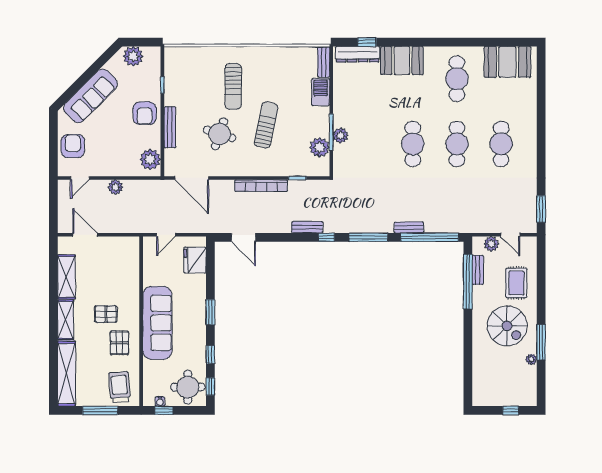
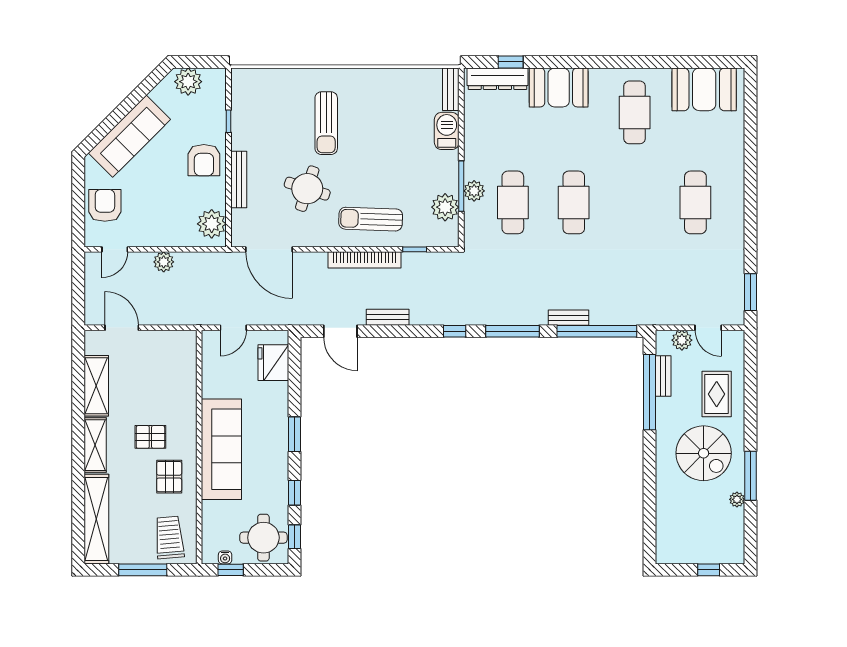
sun lounger: (266, 125) -> (371, 219), moved, turned -100
cafe table: (457, 144) -> (513, 202), moved
bench: (307, 227) -> (388, 317), moved

